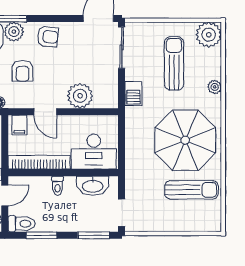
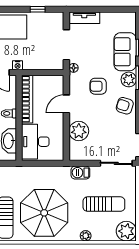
armchair: (48, 37) -> (125, 106), turned 103
filing cabinet: (19, 125) -> (56, 84), removed

